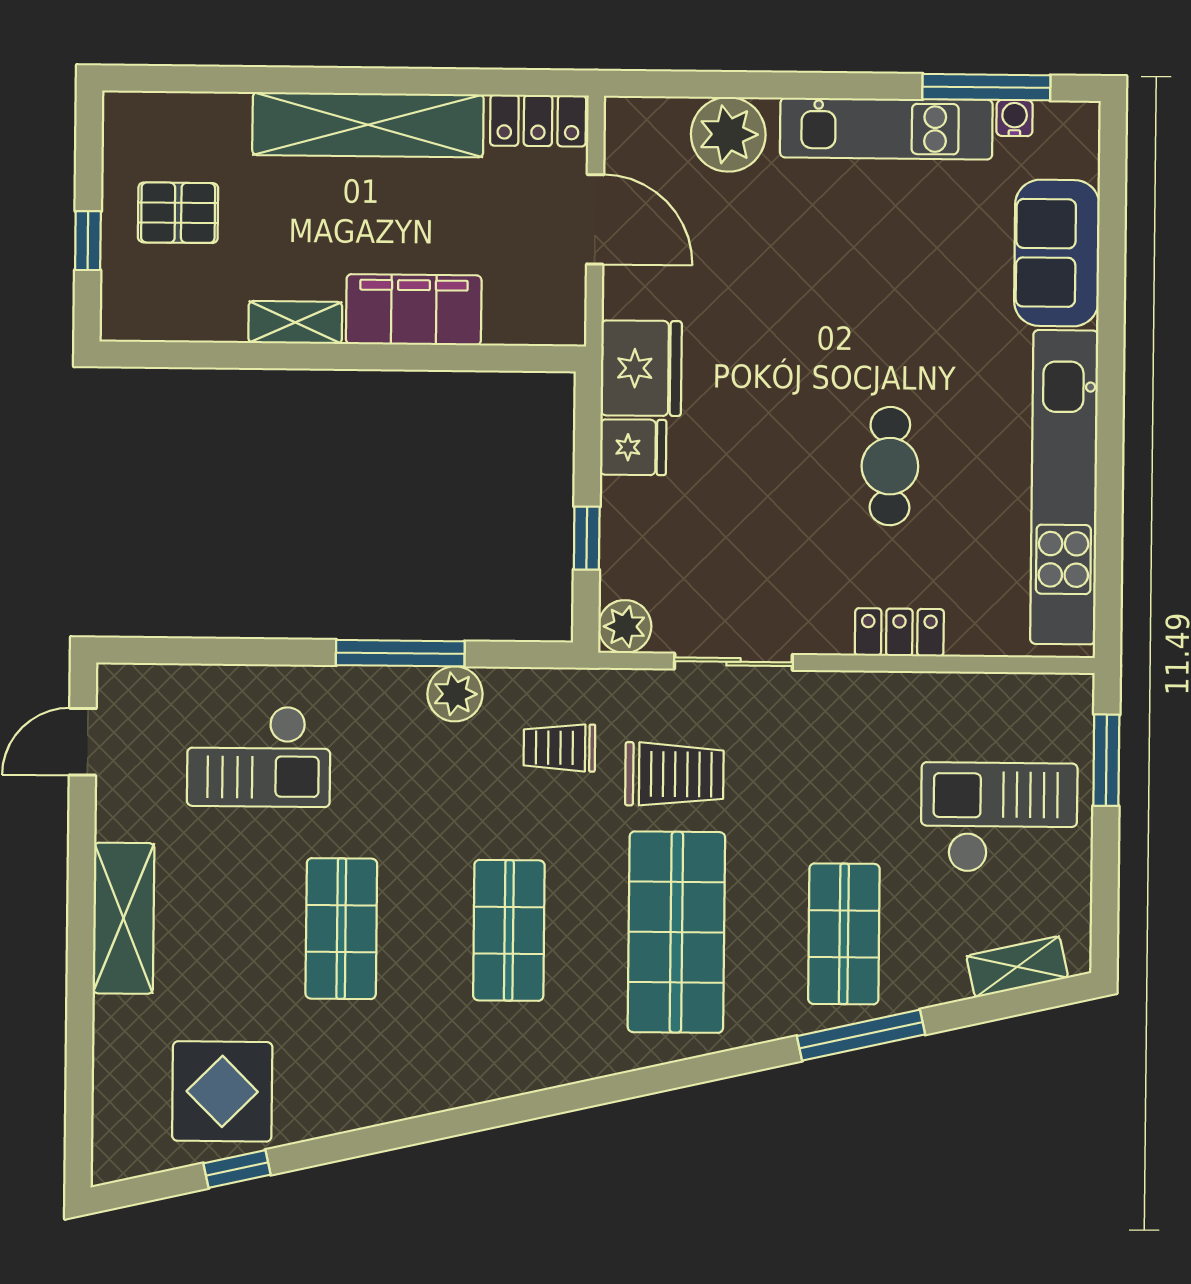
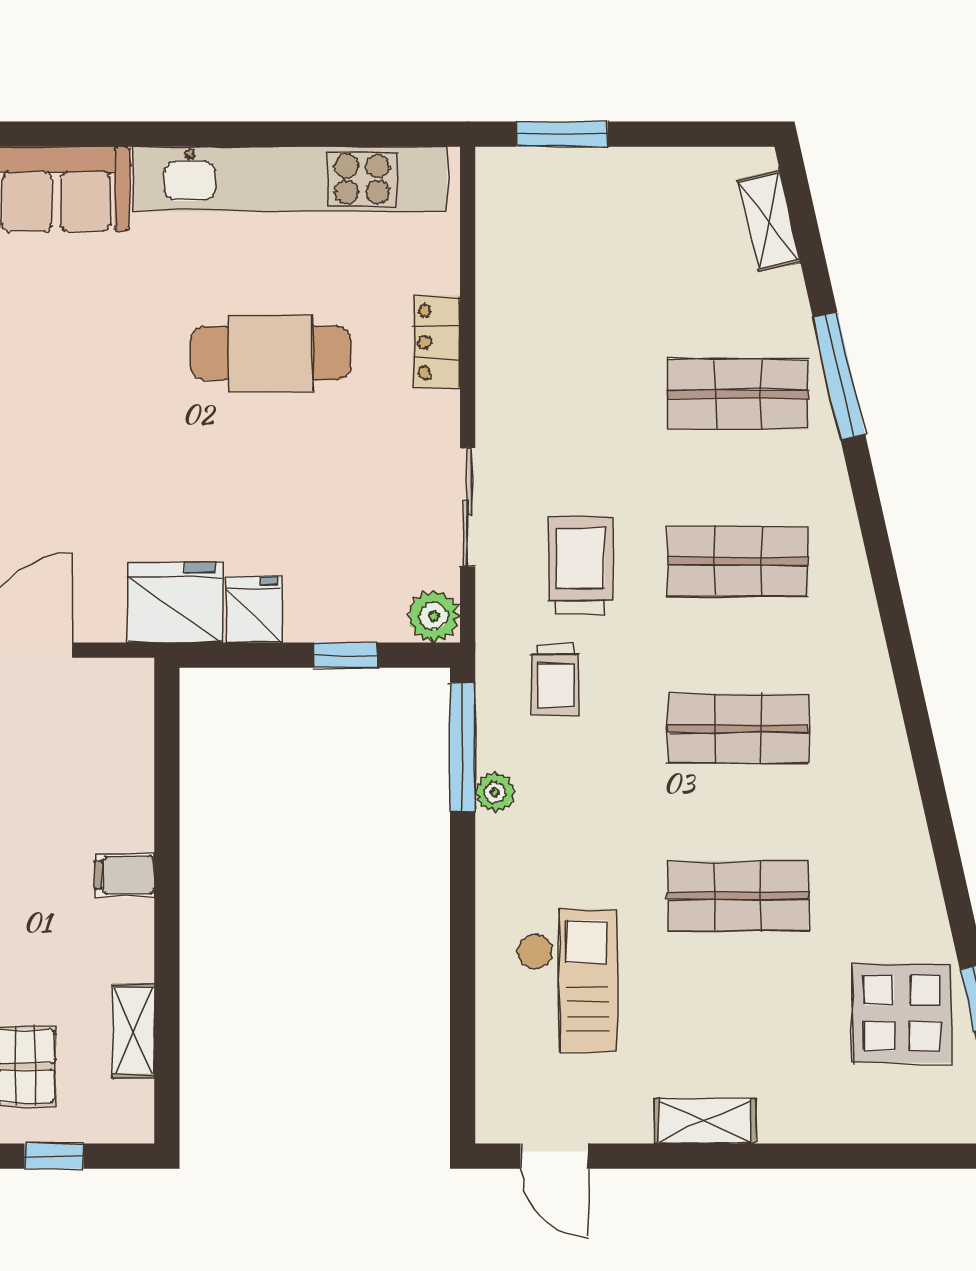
filing cabinet: (414, 310) -> (124, 875), width x0.33, depth x0.86
shelving: (295, 322) -> (133, 1031), moved
cafe table: (890, 466) -> (271, 353), width x1.37, depth x1.35
window: (400, 653) -> (463, 747), moved
plant: (455, 694) -> (495, 792), width x0.73, depth x0.73
checkout: (999, 818) -> (620, 241), removed
shelving: (123, 918) -> (705, 1121), width x0.67, depth x0.75
shop shelf: (676, 932) -> (738, 561), width x0.70, depth x0.74

